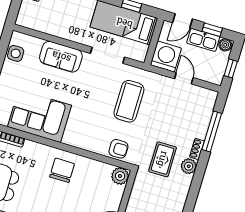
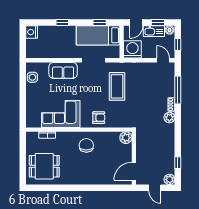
door: (184, 78) -> (163, 60), moved
armchair: (118, 149) -> (99, 118), moved
rug: (163, 159) -> (151, 118), removed

